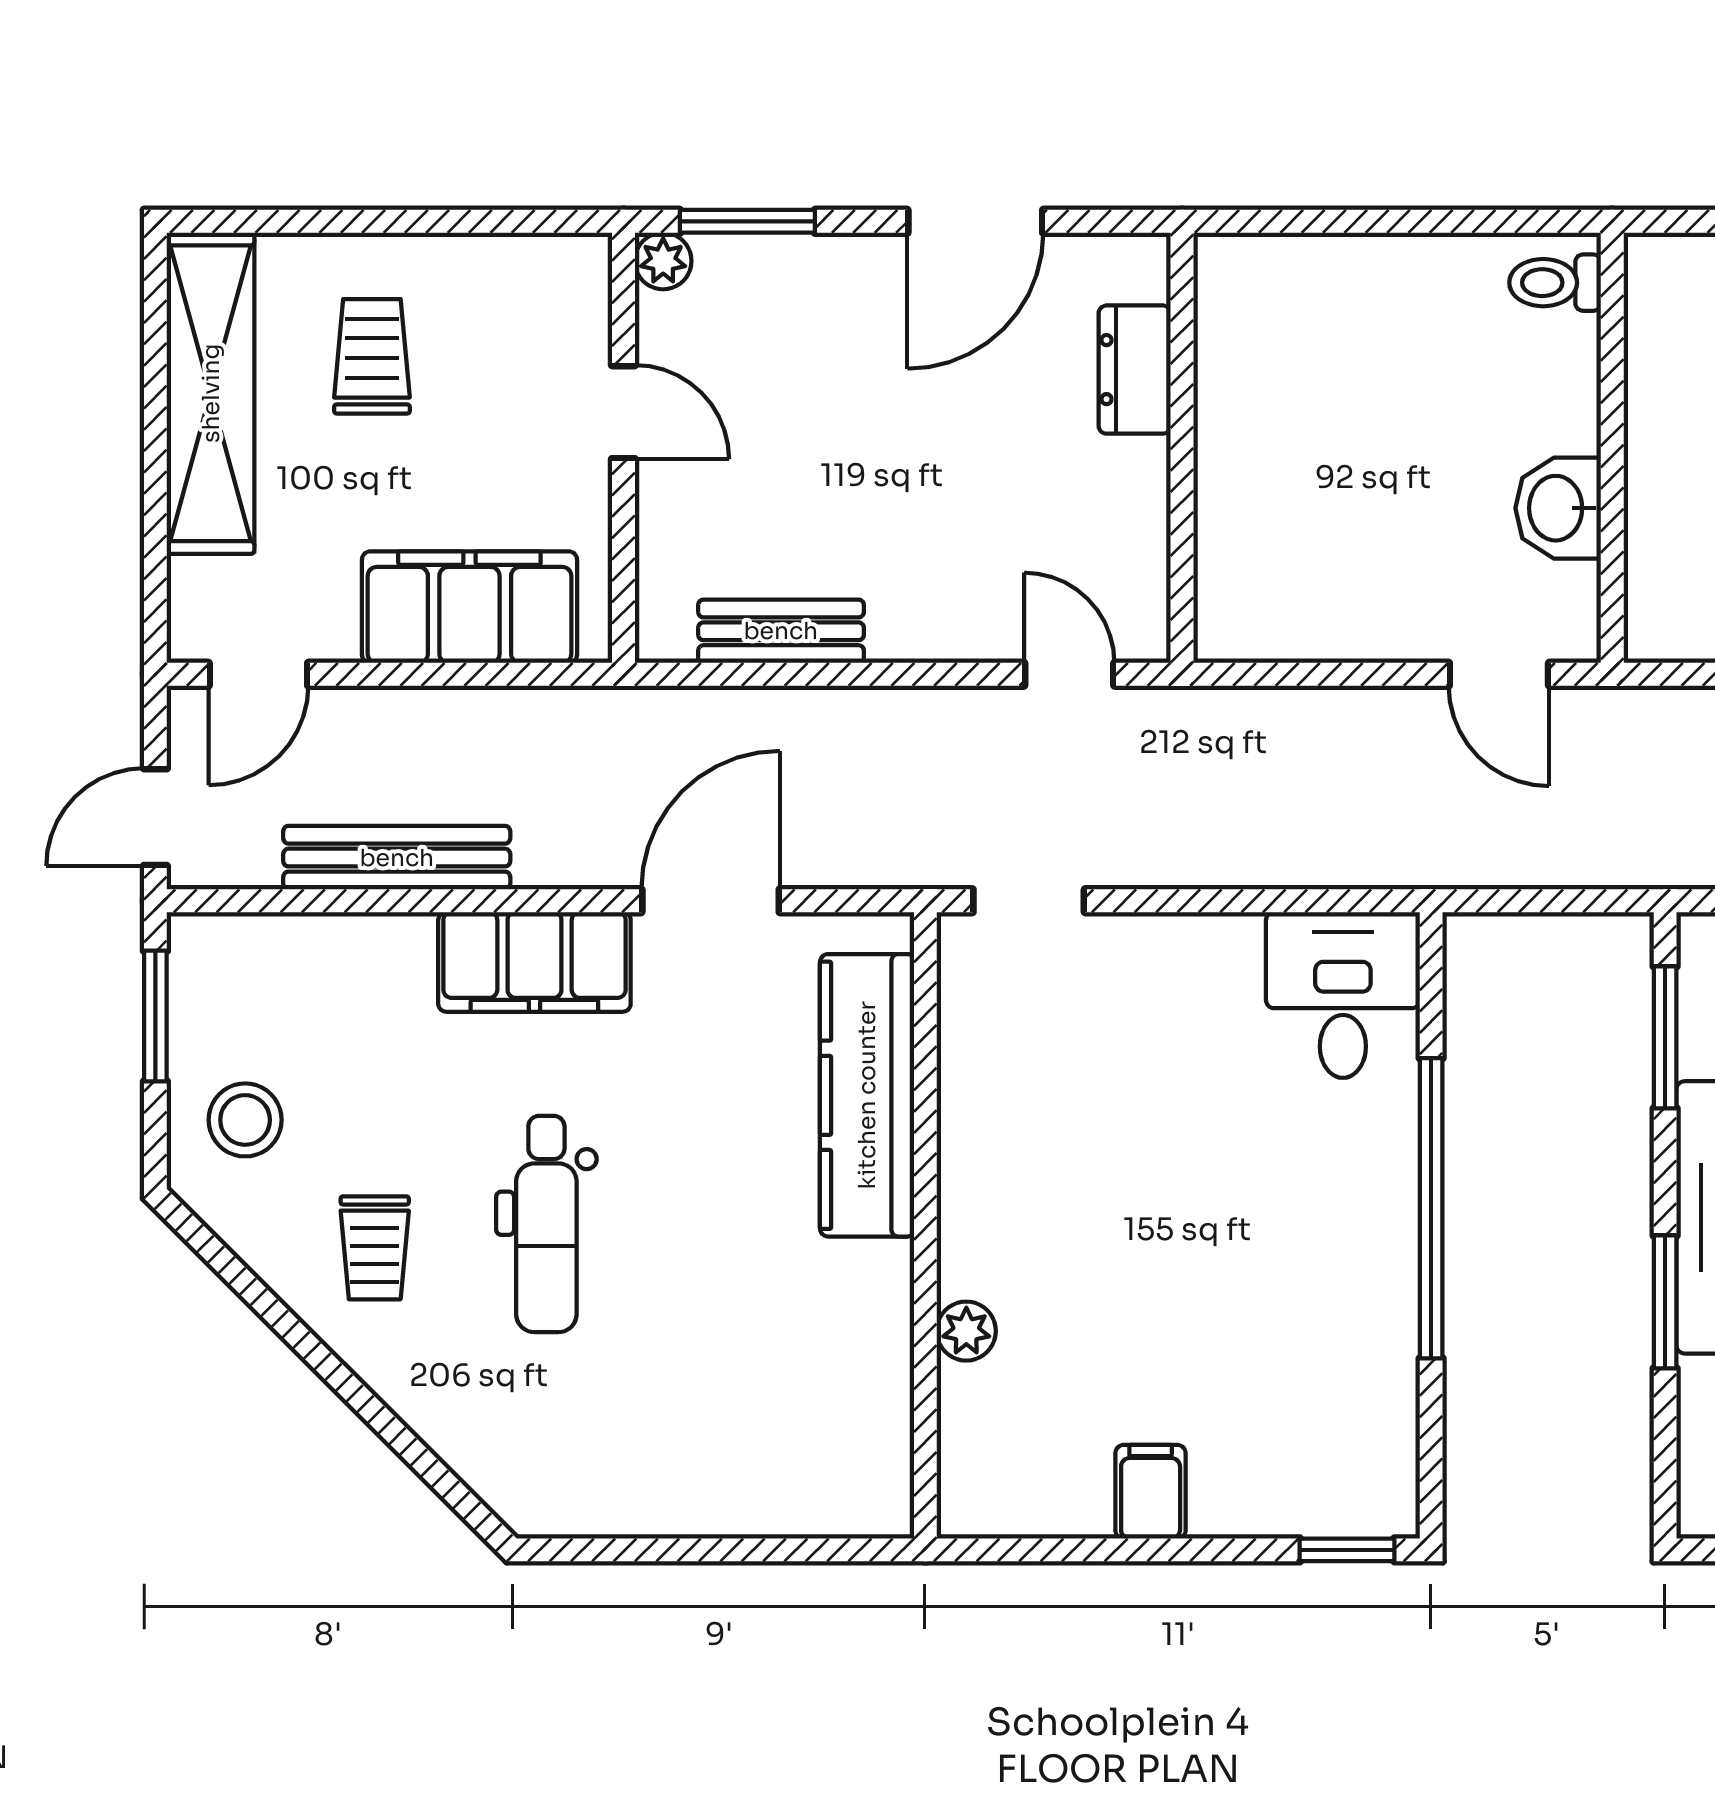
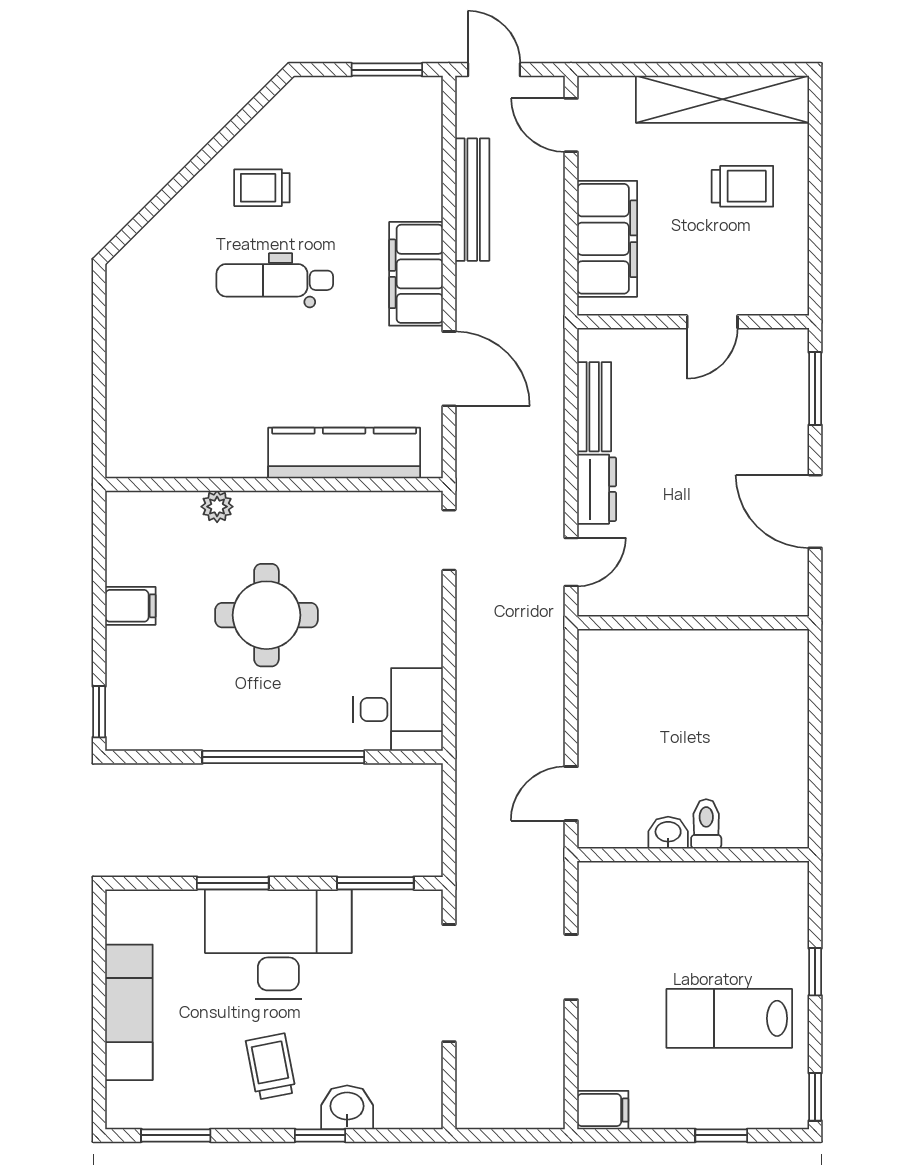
plant: (663, 261) -> (794, 343), removed
toilet: (1555, 283) -> (706, 824), moved
dresser: (1135, 370) -> (597, 489), moved, turned 90
washbasin: (1558, 508) -> (668, 833), width x0.72, depth x0.69
stool: (245, 1120) -> (331, 118), removed
round table: (1168, 1239) -> (266, 615), added

